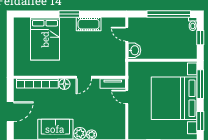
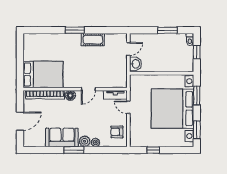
window: (169, 14) -> (167, 30), width x0.47
door: (127, 34) -> (128, 49), swing flipped
bed: (45, 39) -> (43, 74), moved, turned -90
window: (200, 84) -> (197, 95), width x0.69
armchair: (114, 123) -> (117, 132), added

